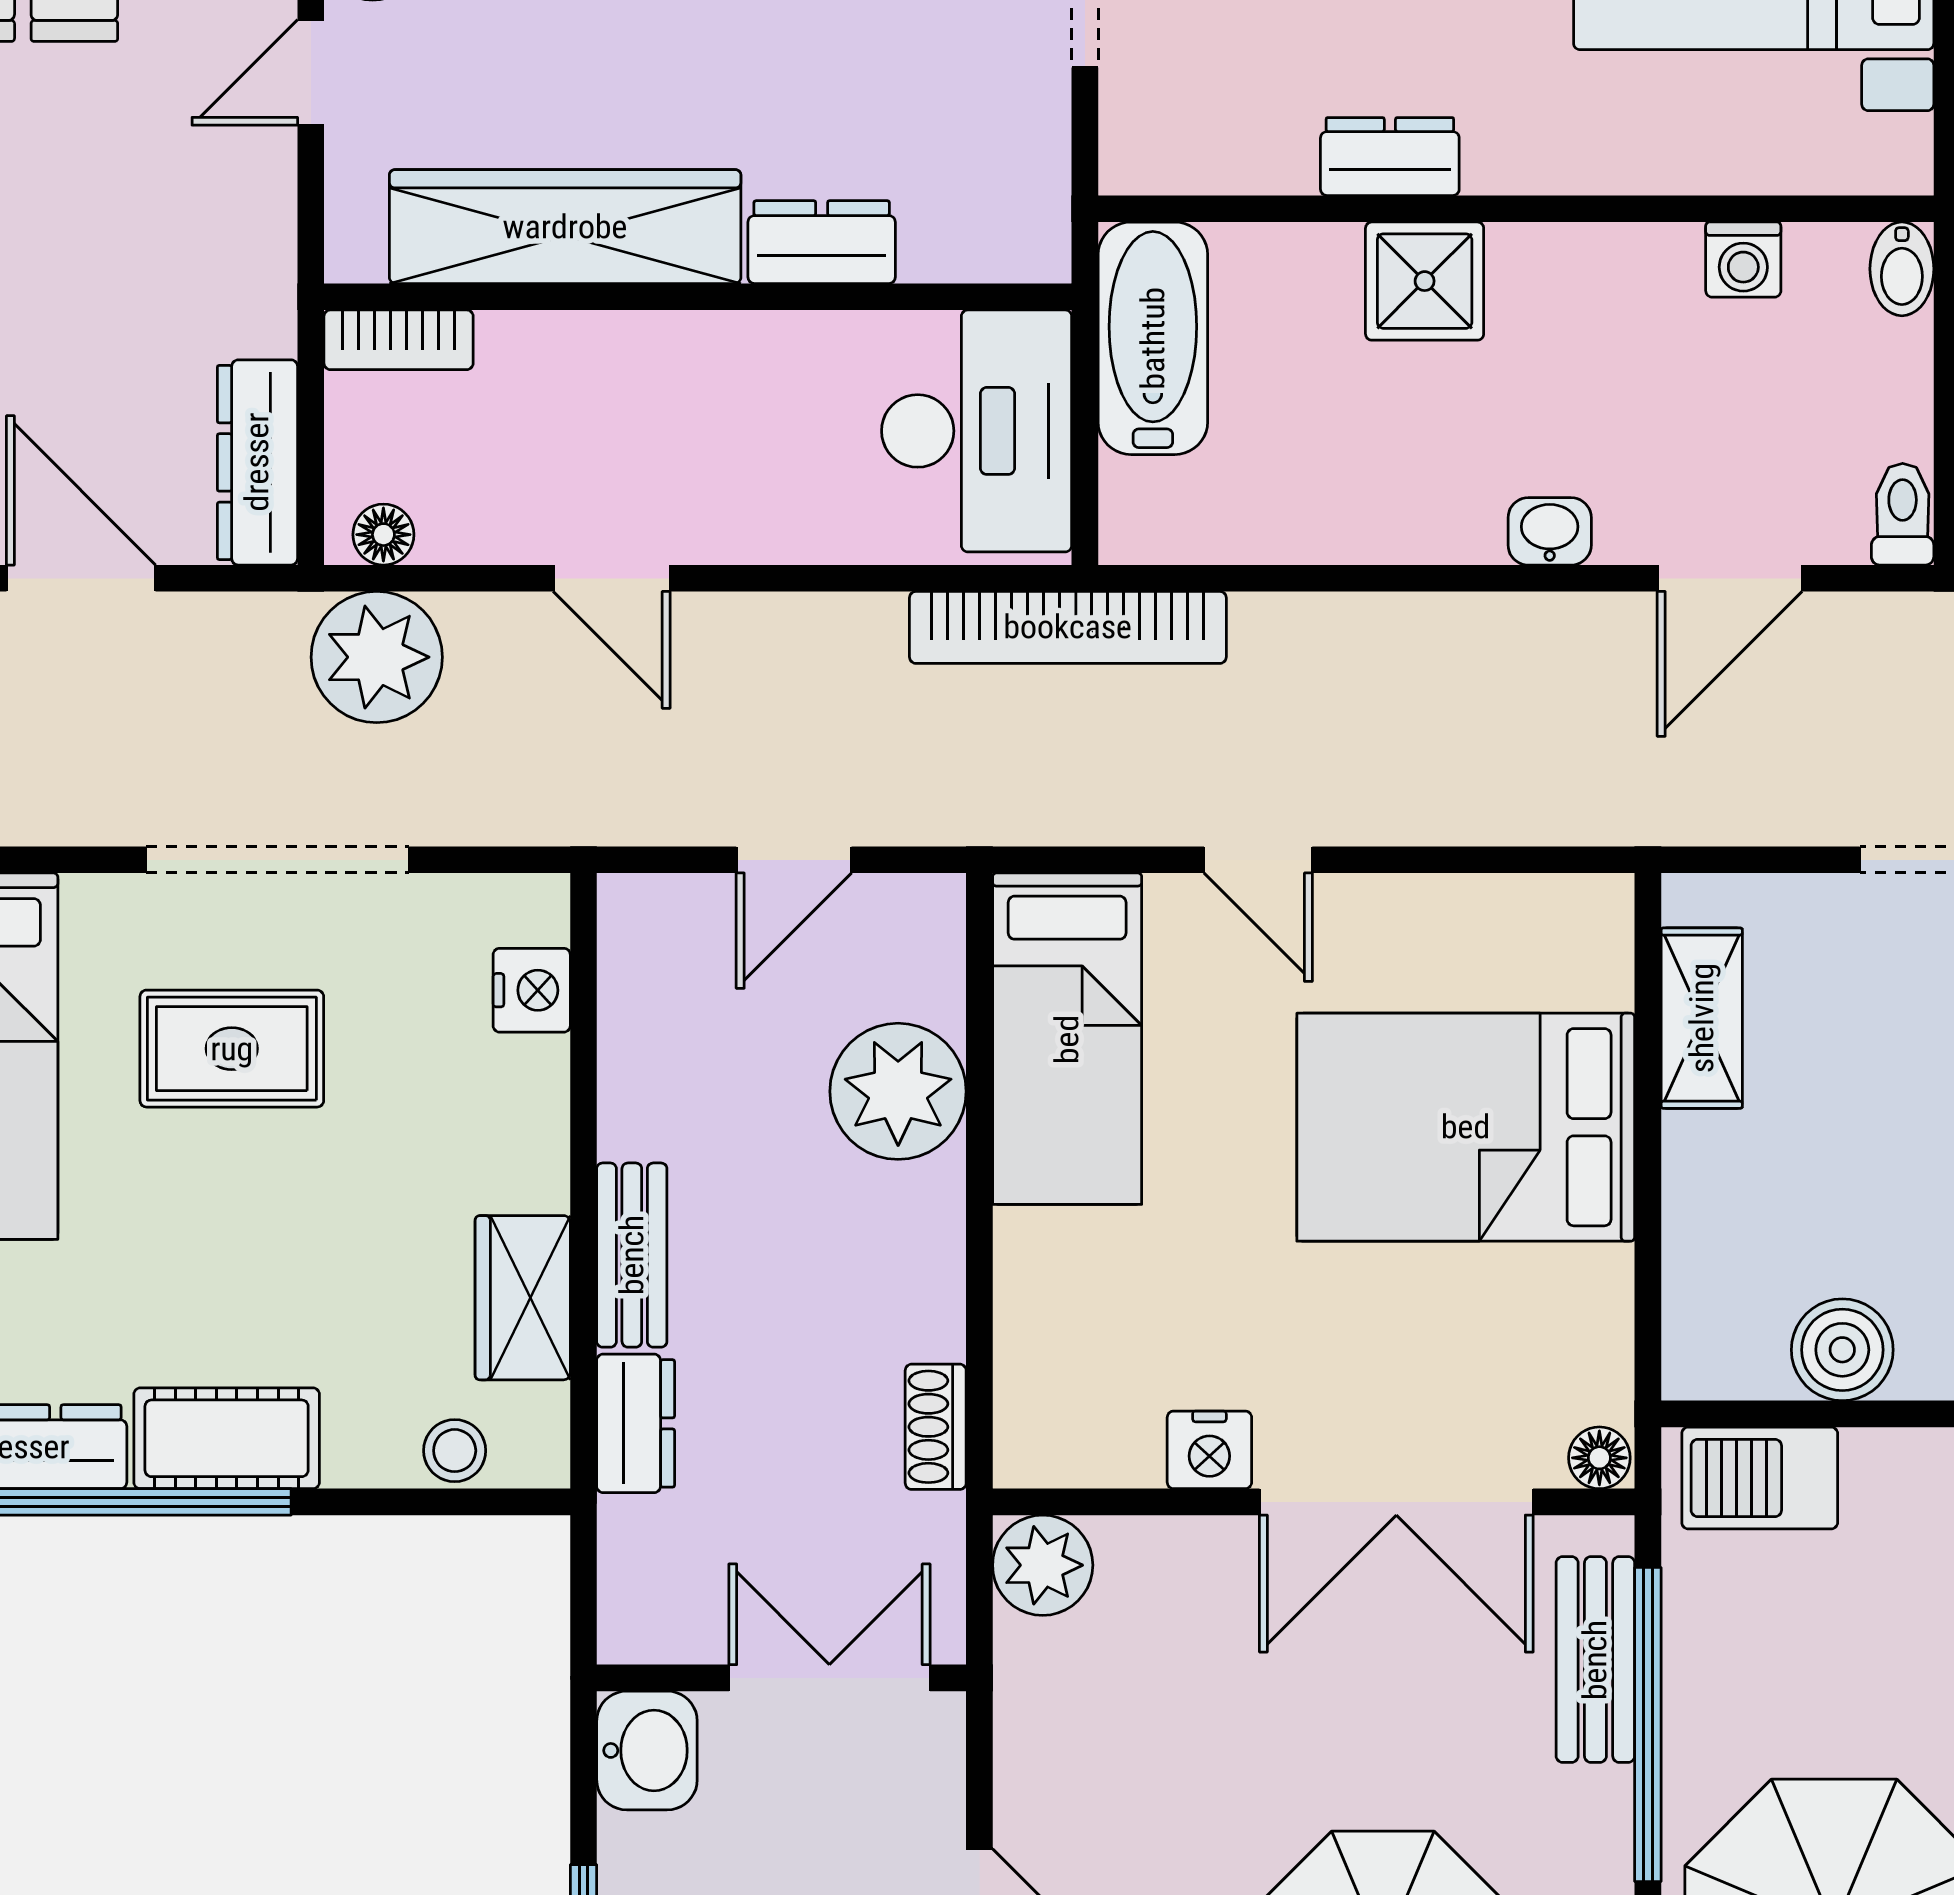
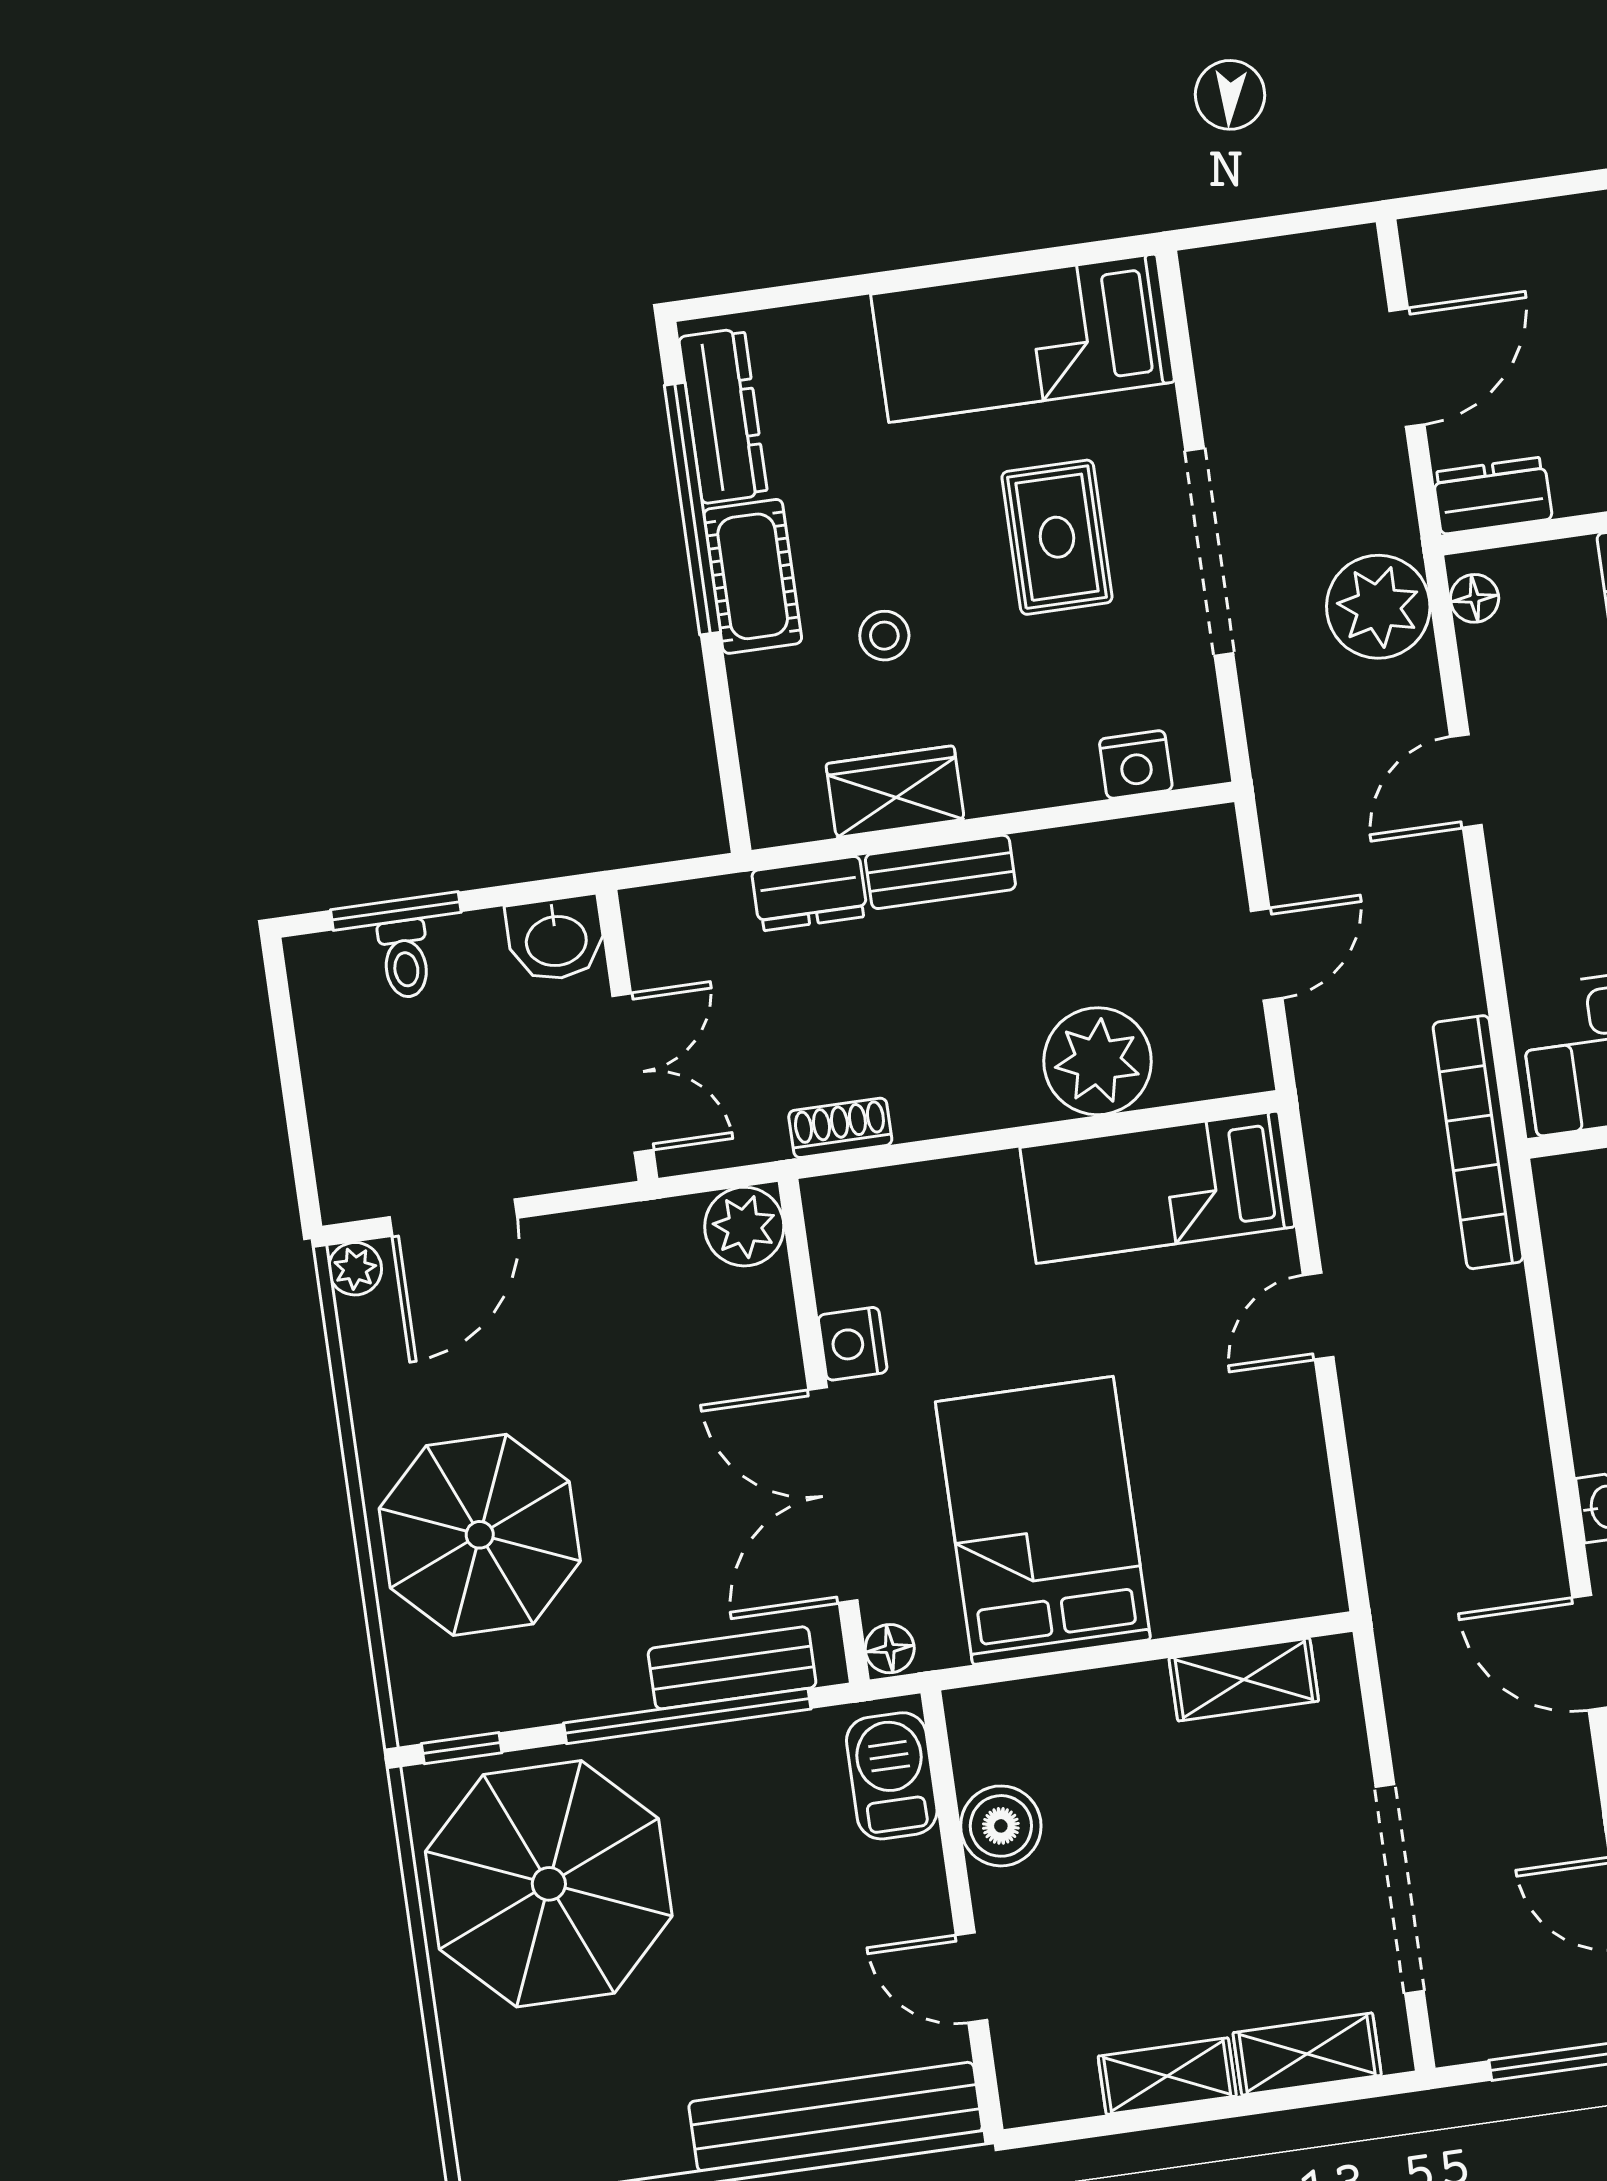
dresser: (257, 462) -> (1492, 496), width x0.70
door: (794, 860) -> (1267, 954), swing flipped
bed: (1466, 1127) -> (1043, 1521), moved
stool: (455, 1451) -> (884, 636), moved

